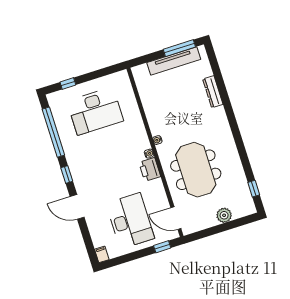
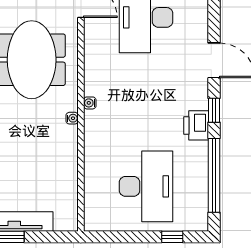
desk: (95, 111) -> (146, 186), turned 90
printer: (150, 169) -> (196, 125), moved, turned 180

